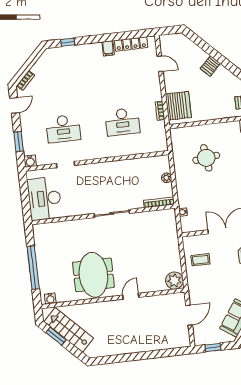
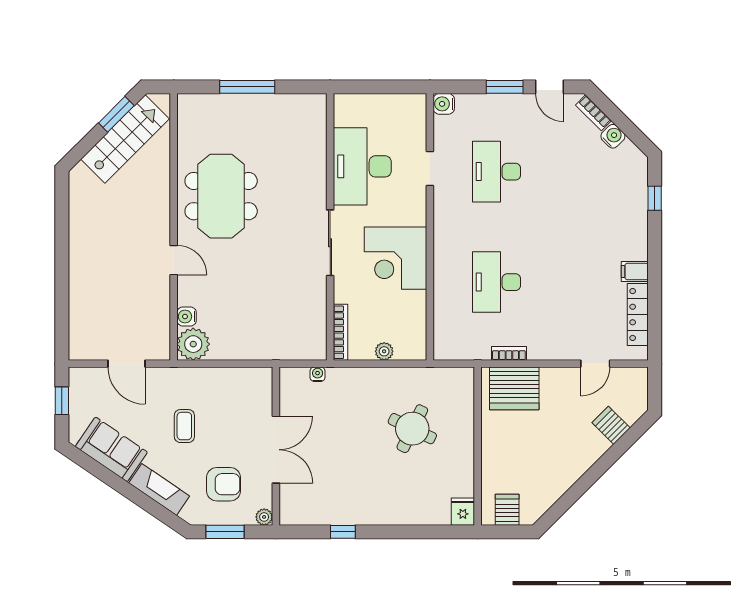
server rack: (210, 66) -> (611, 425), moved
water cooler: (37, 68) -> (613, 136), added
window: (19, 142) -> (505, 87), moved
round table: (206, 158) -> (412, 429), turned 33
corner desk: (116, 177) -> (395, 258), added
desk: (44, 198) -> (362, 166), moved, turned -90
coffee table: (201, 260) -> (184, 426), moved
window: (33, 268) -> (247, 87), width x0.68
meeting table: (93, 275) -> (221, 196), turned 90
water cooler: (50, 299) -> (187, 317), moved

